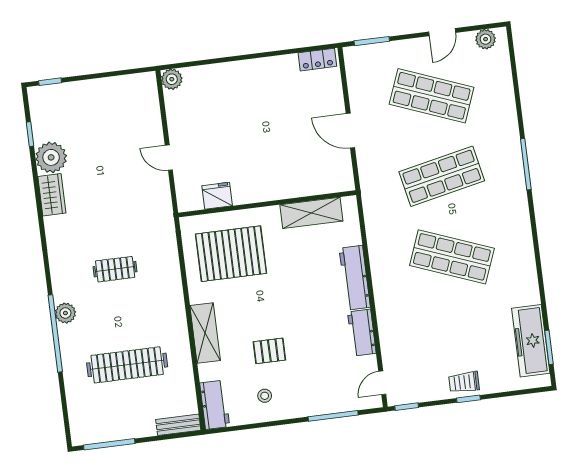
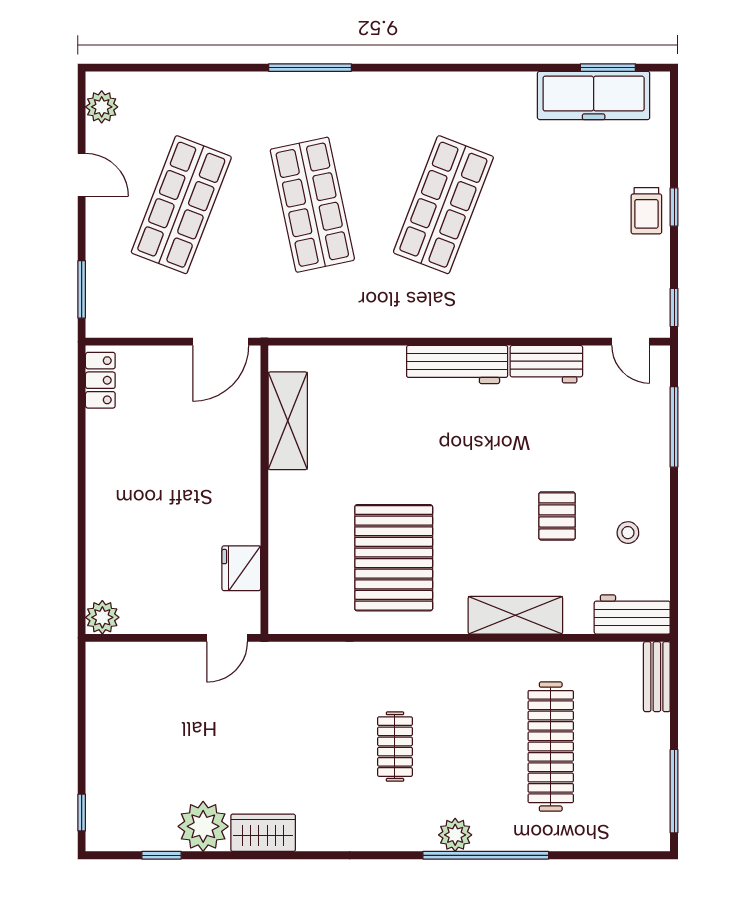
fridge: (217, 196) -> (241, 568), moved
wall: (267, 204) -> (264, 490), moved
shelving: (311, 213) -> (288, 421), moved

